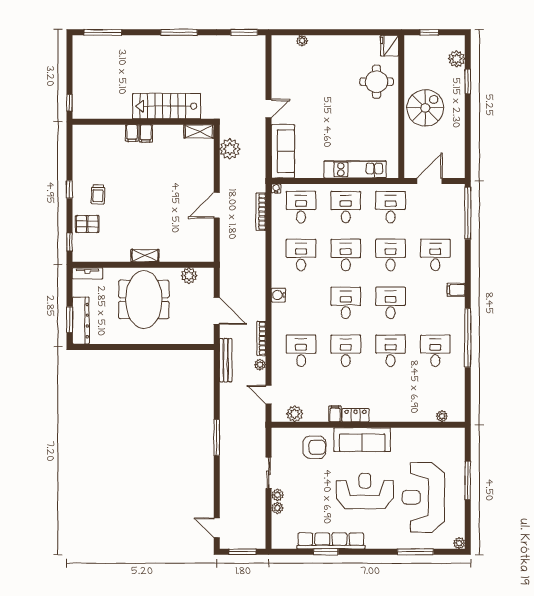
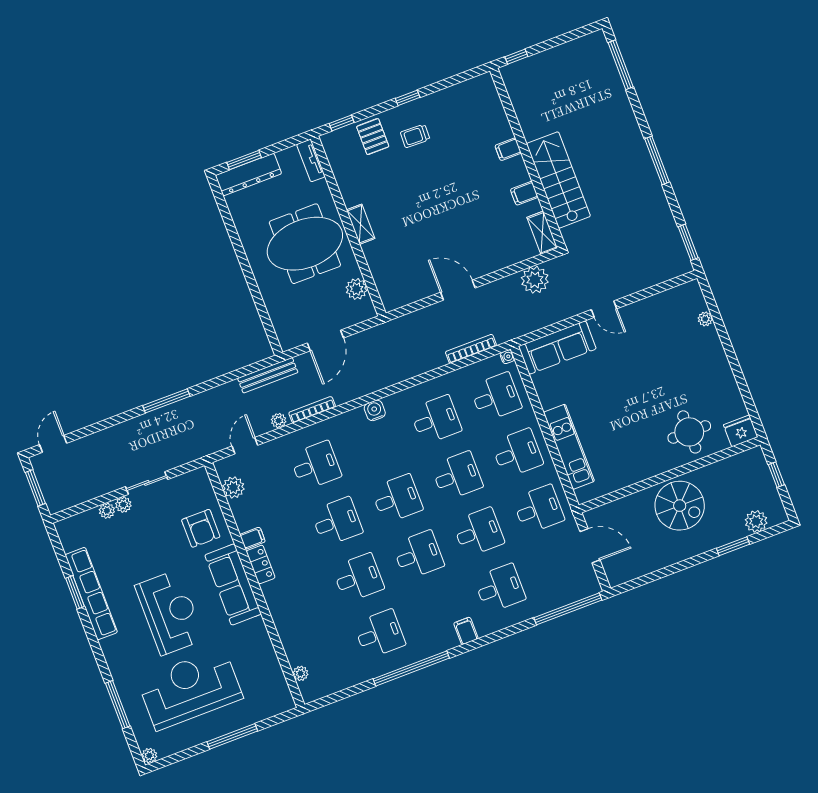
filing cabinet: (146, 133) -> (524, 193), moved

